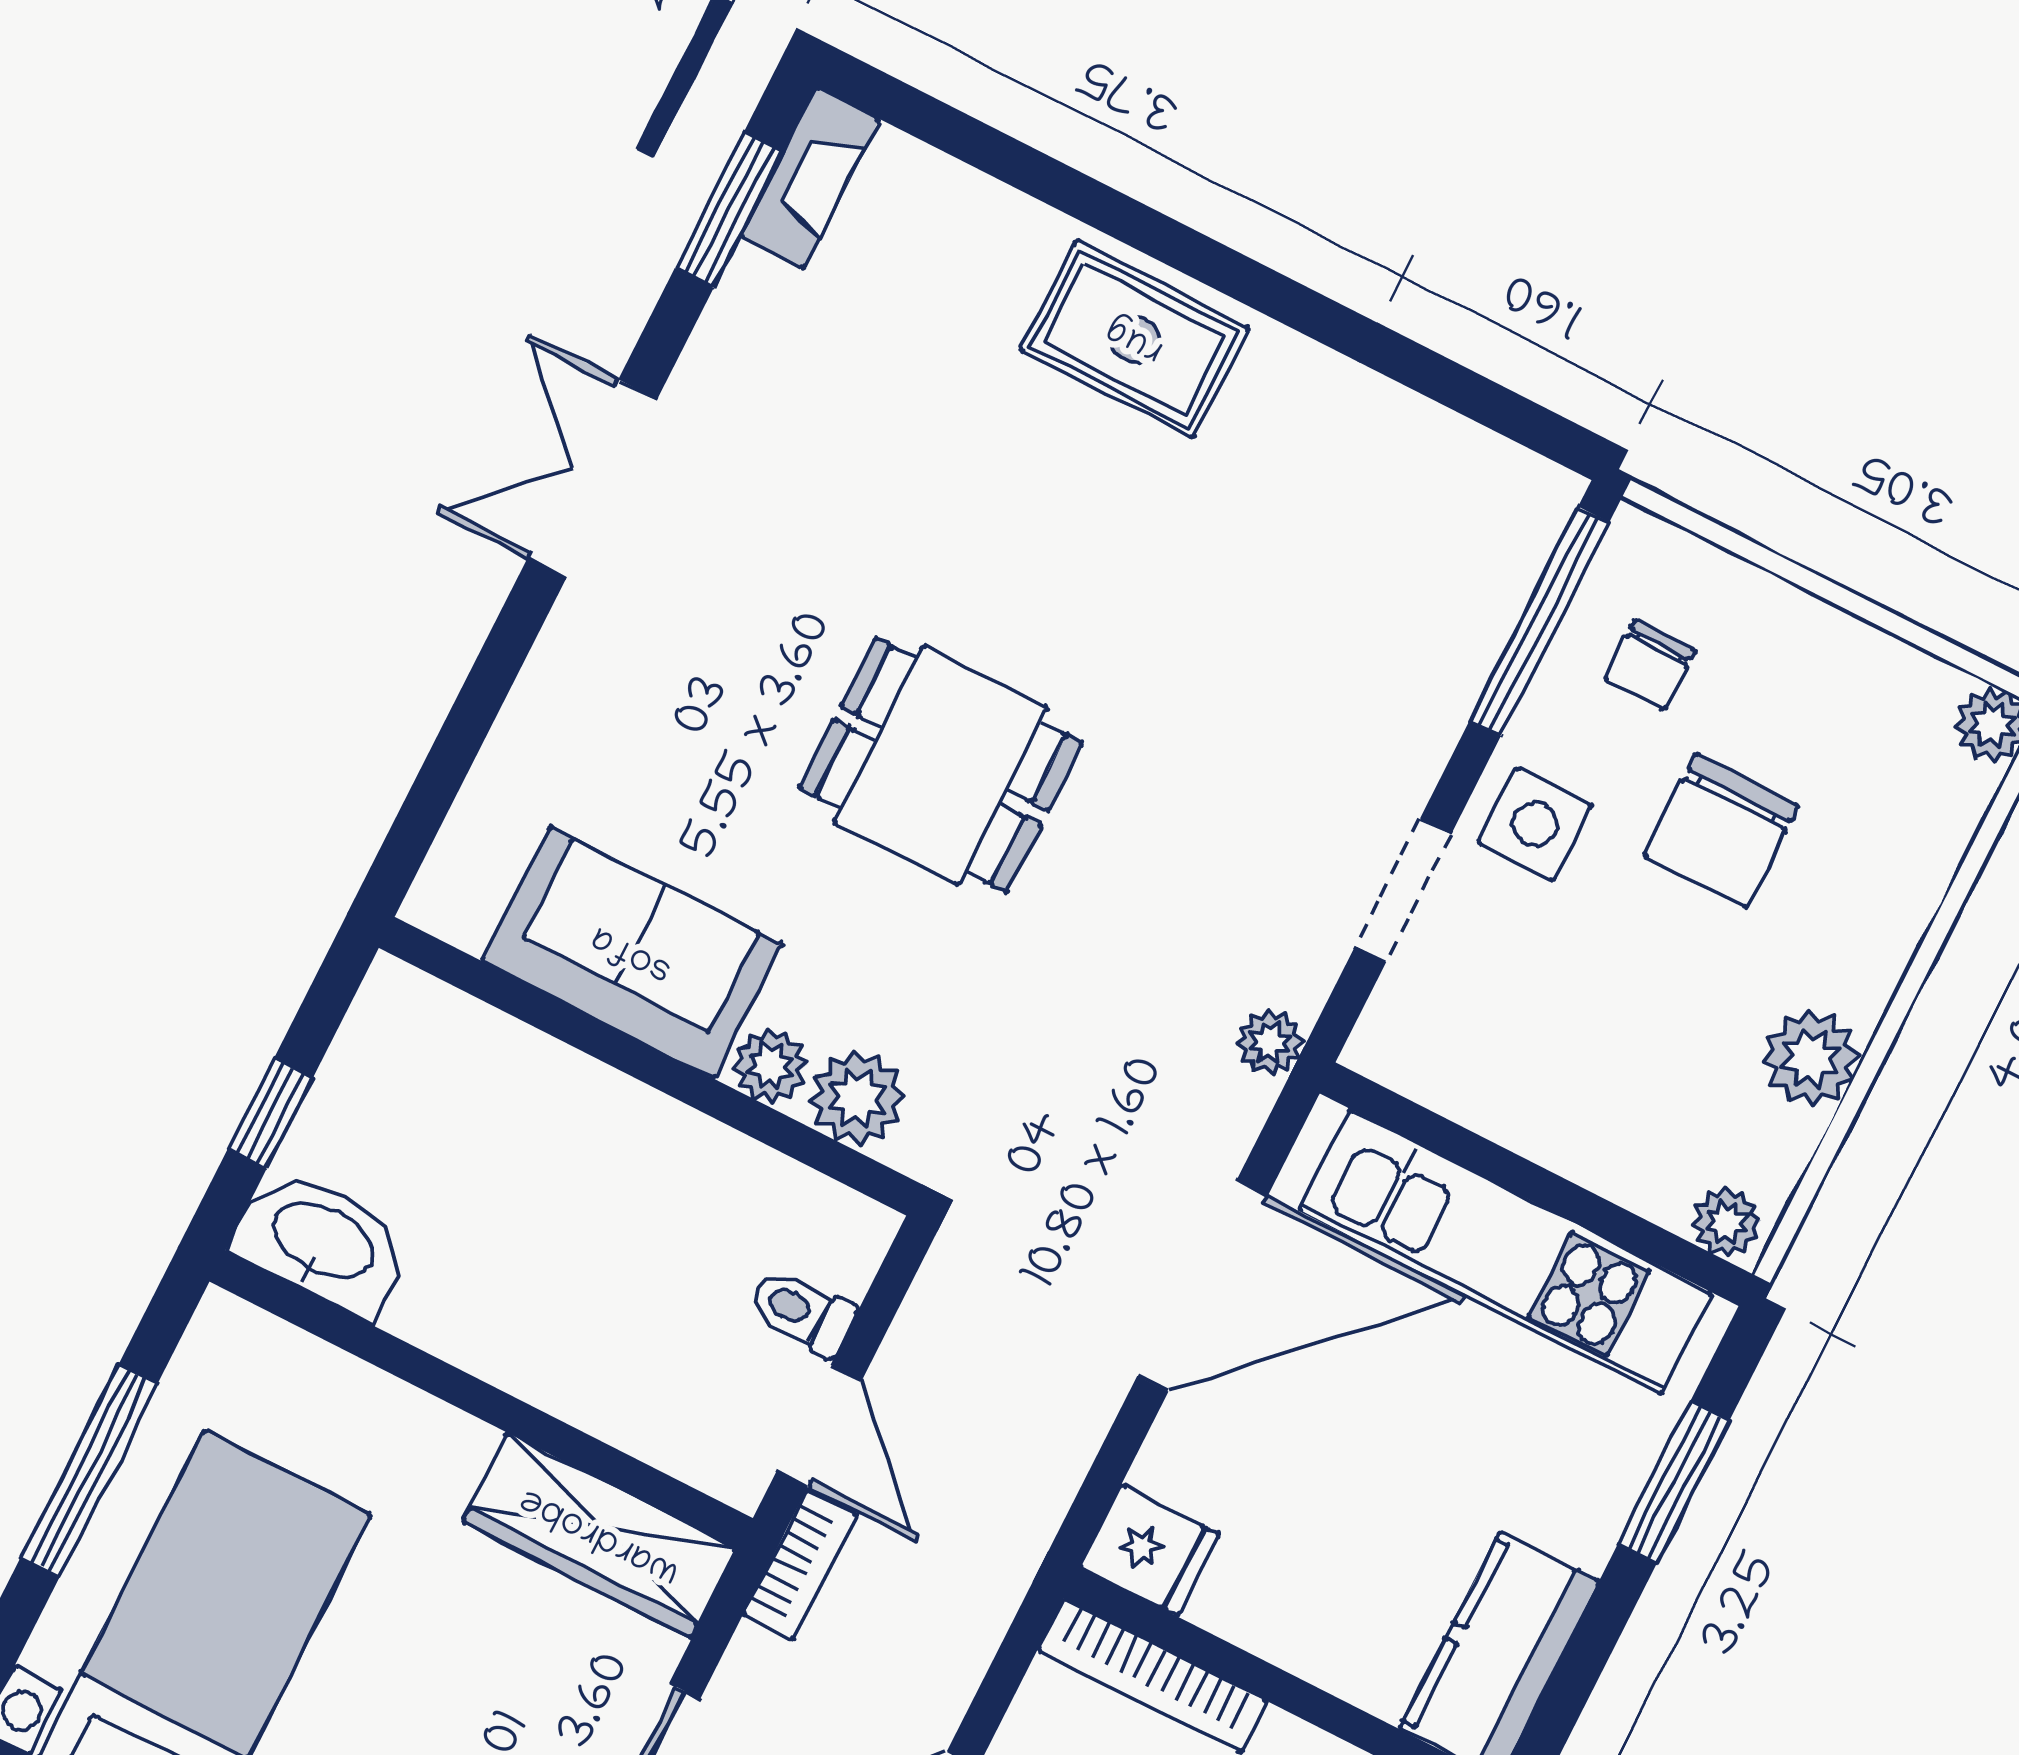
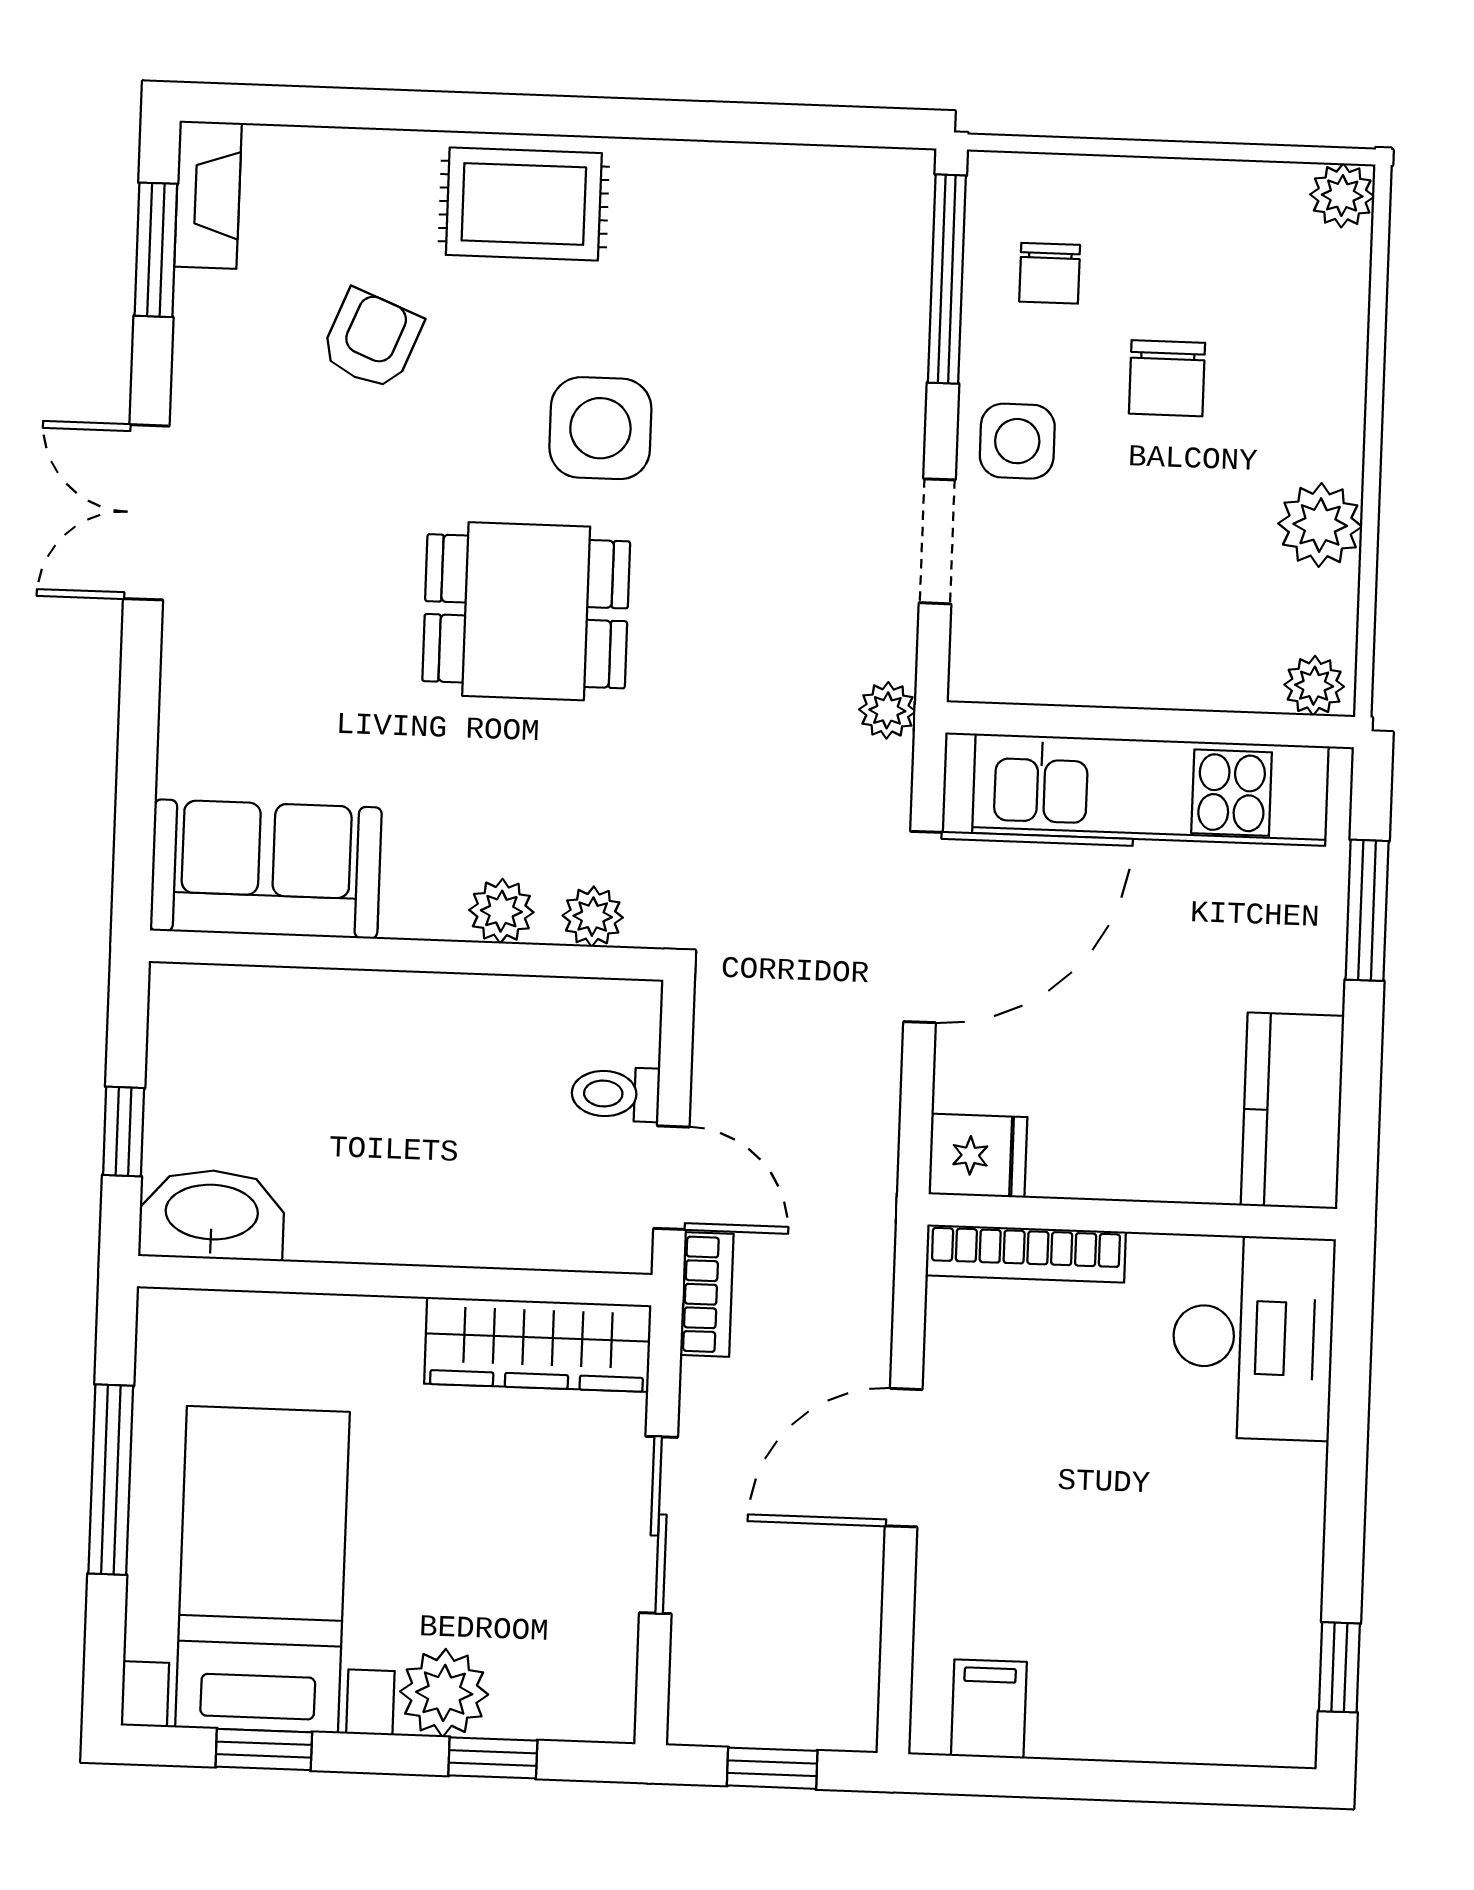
armchair: (910, 407) -> (371, 340), added
side table: (1106, 610) -> (600, 428), added
chair: (1721, 831) -> (1167, 378), width x0.73, depth x0.73
sofa: (632, 953) -> (266, 869), moved
plant: (857, 1098) -> (593, 917), width x0.73, depth x0.73

